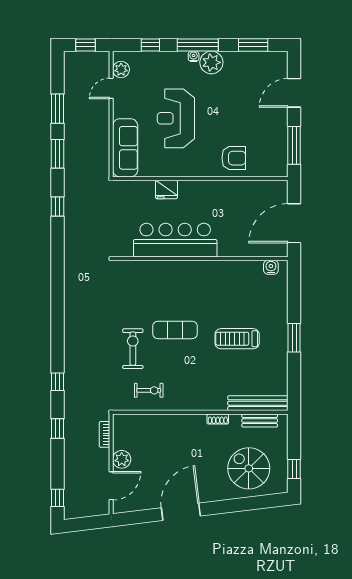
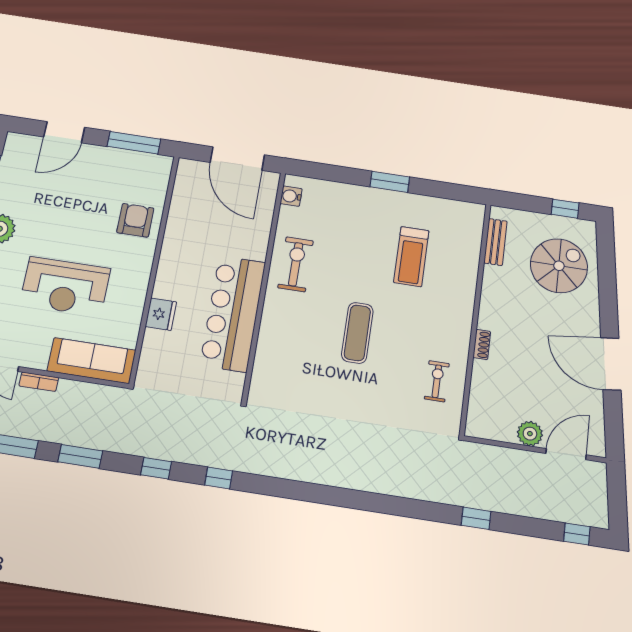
door: (294, 93) -> (64, 132), hinge flipped
treadmill: (237, 339) -> (411, 256), moved
exercise bike: (133, 349) -> (296, 264), moved, turned 90
window: (57, 382) -> (219, 478), moved
bench: (258, 403) -> (472, 241), removed
shoe rack: (218, 419) -> (482, 345), moved
bookcase: (104, 434) -> (39, 382), moved
spiral stairs: (249, 468) -> (559, 266), turned 180
door: (111, 486) -> (566, 454), hinge flipped

